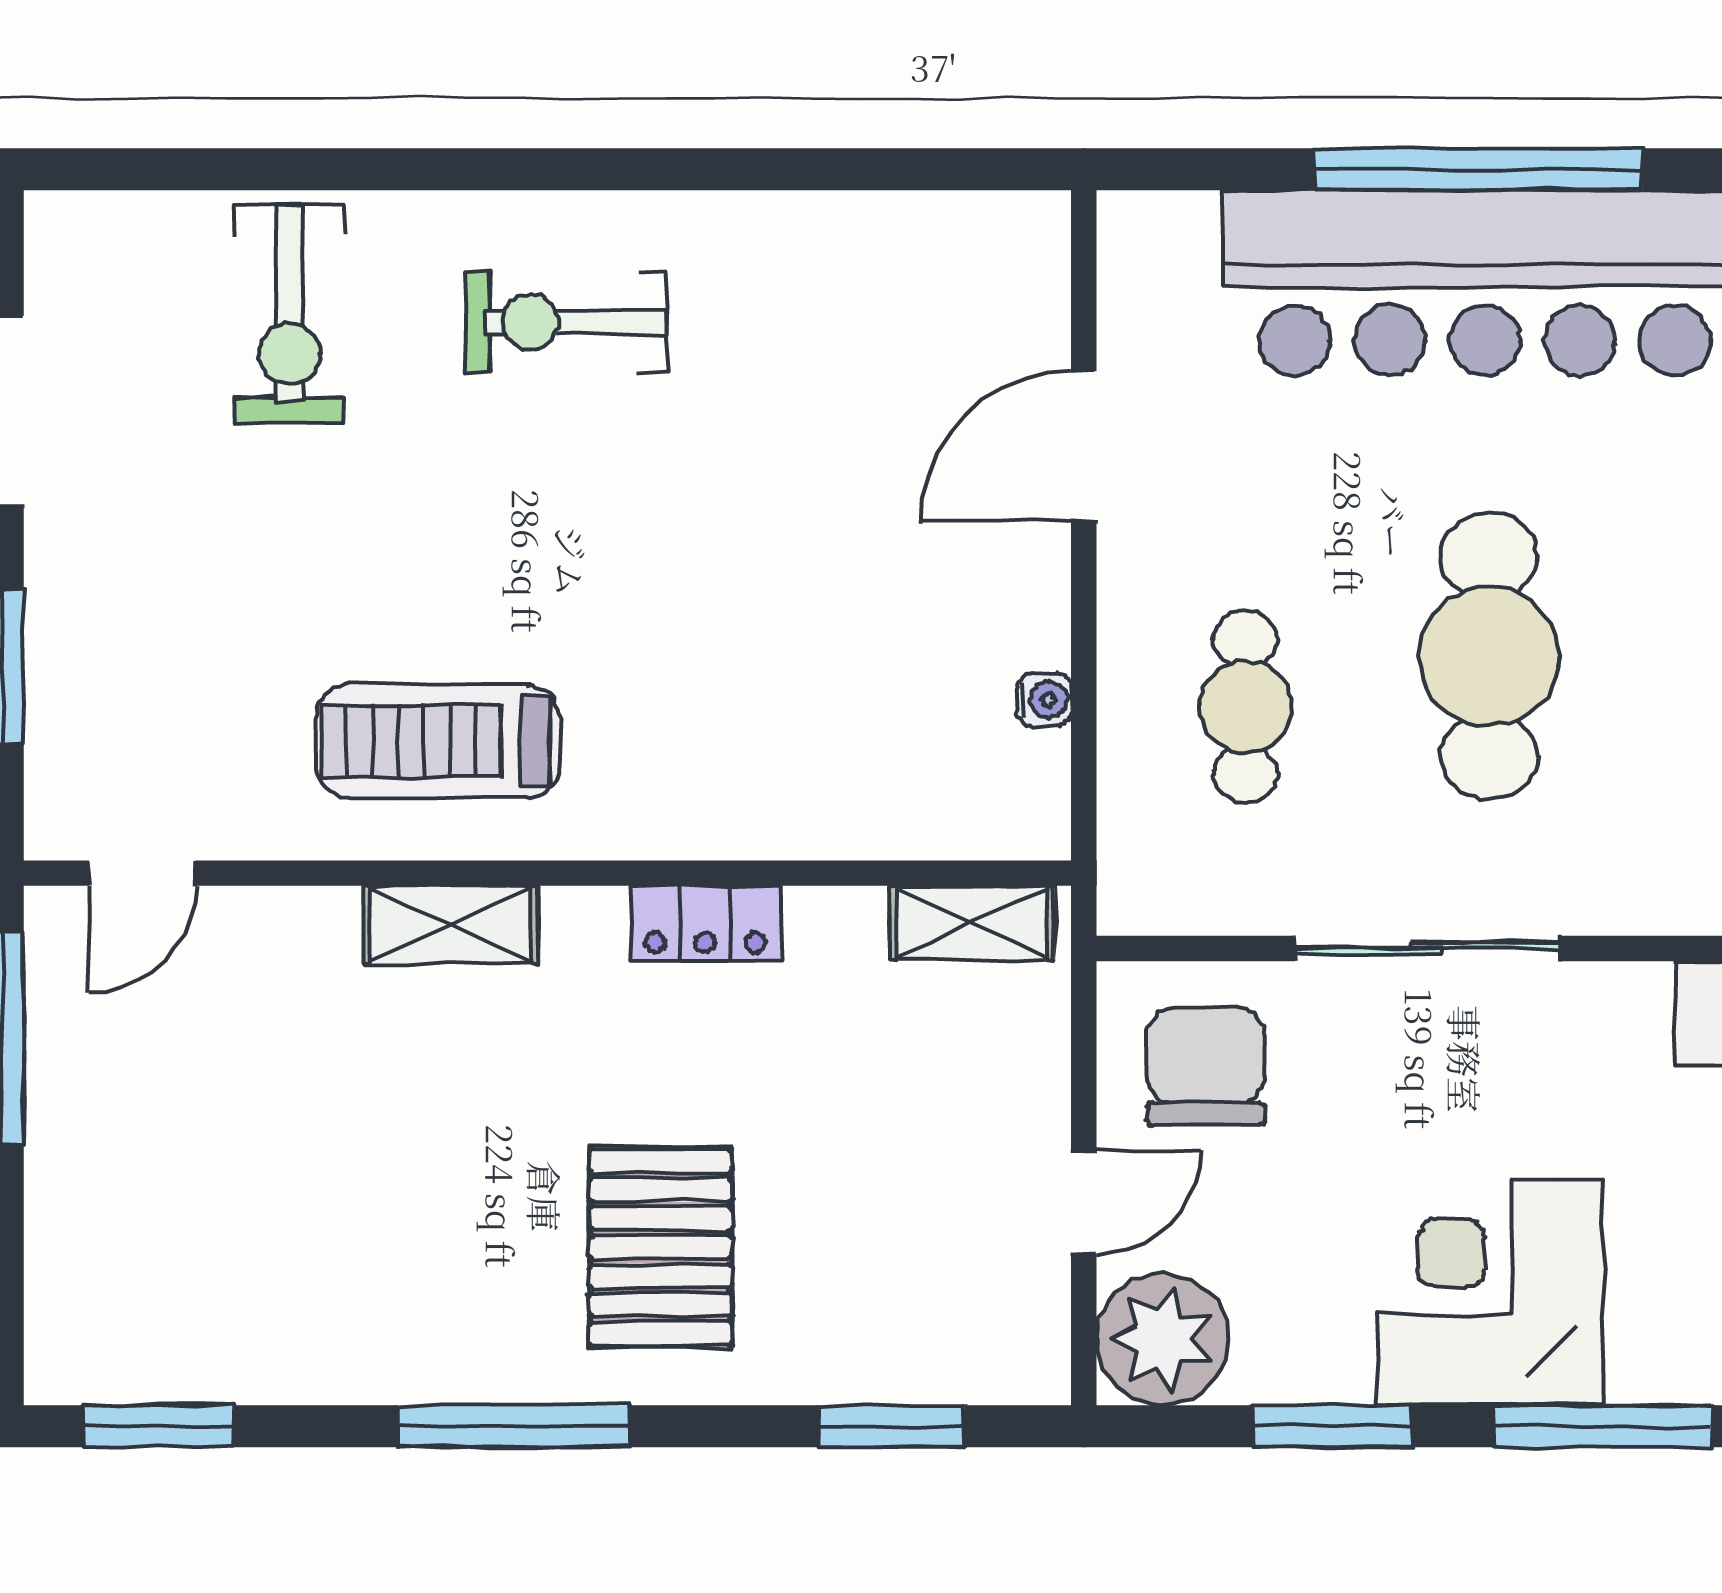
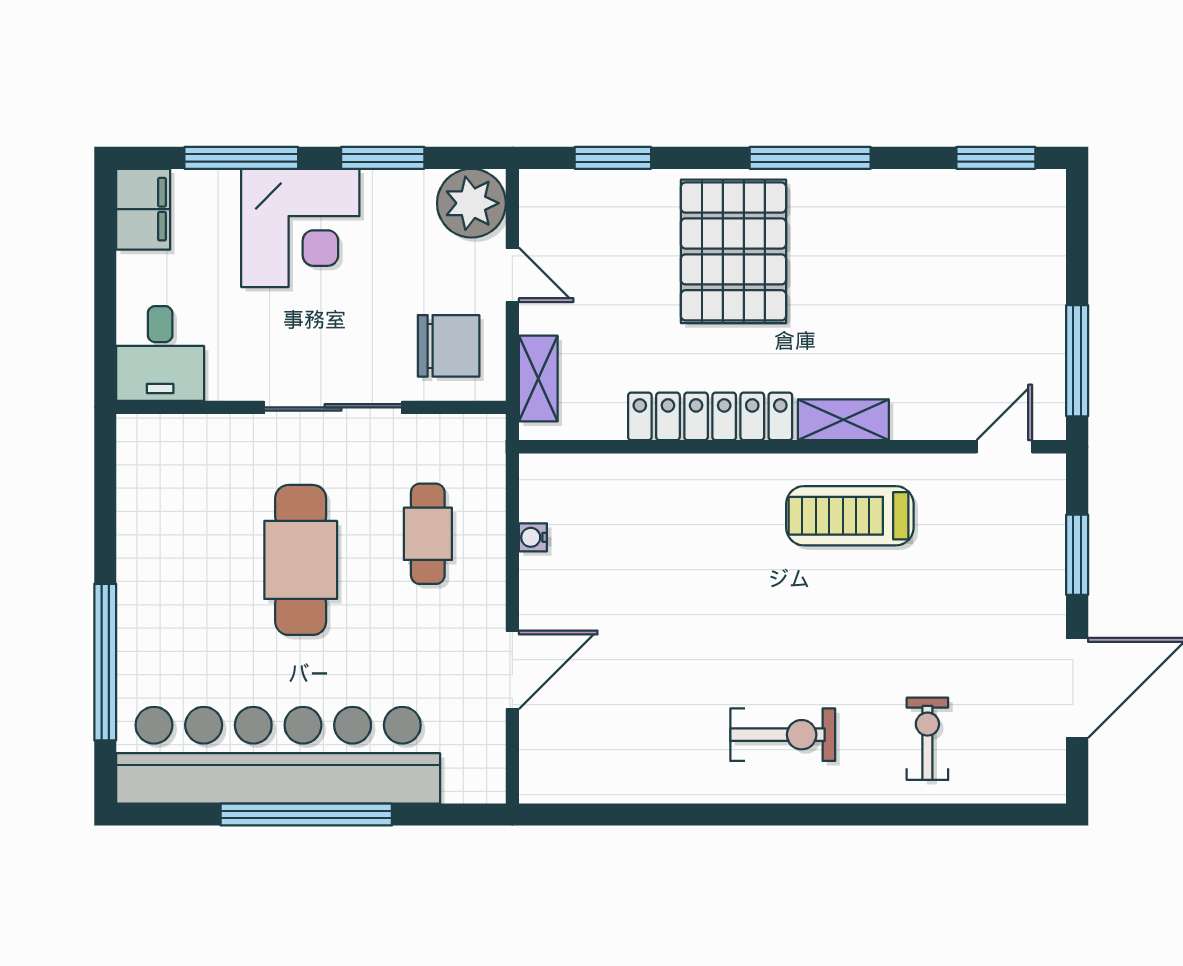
exercise bike: (289, 314) -> (927, 739), width x0.73, depth x0.72
treadmill: (438, 741) -> (850, 516), turned 180
locker: (705, 923) -> (710, 416), width x2.16, depth x1.21
shelving: (972, 923) -> (538, 379), moved, turned 90
chair: (1206, 1066) -> (449, 346), turned -90
door: (1084, 1202) -> (512, 275), swing flipped
pallet: (661, 1247) -> (733, 251), width x1.37, depth x1.41

